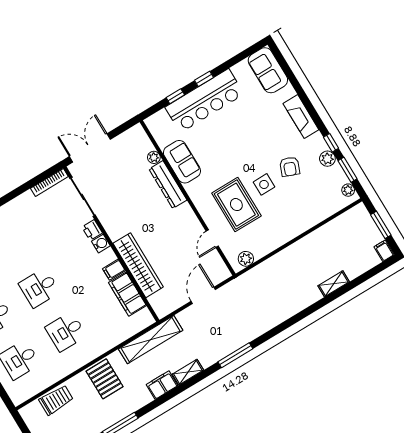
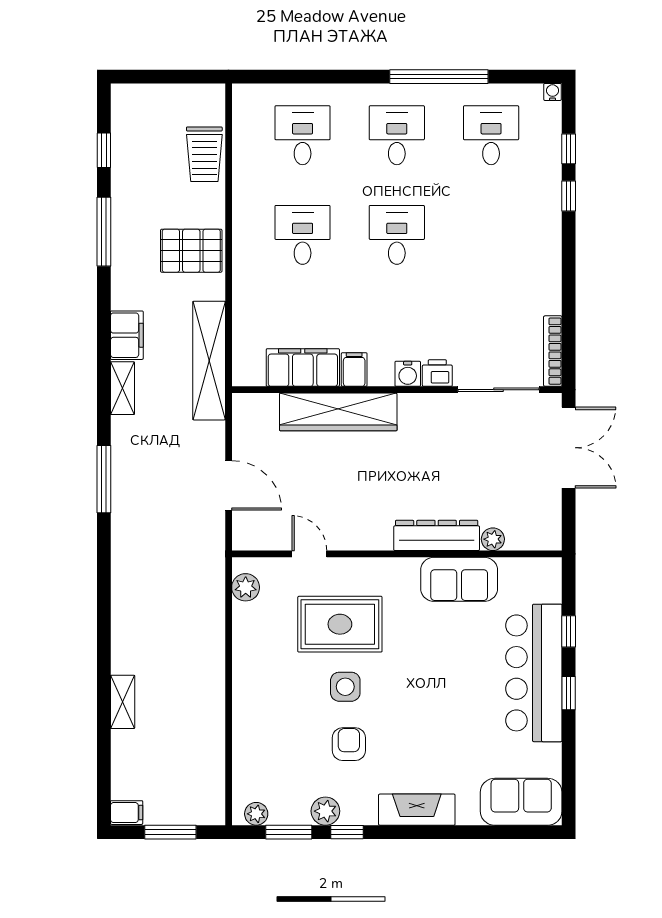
armchair: (290, 167) -> (349, 744), turned 68

